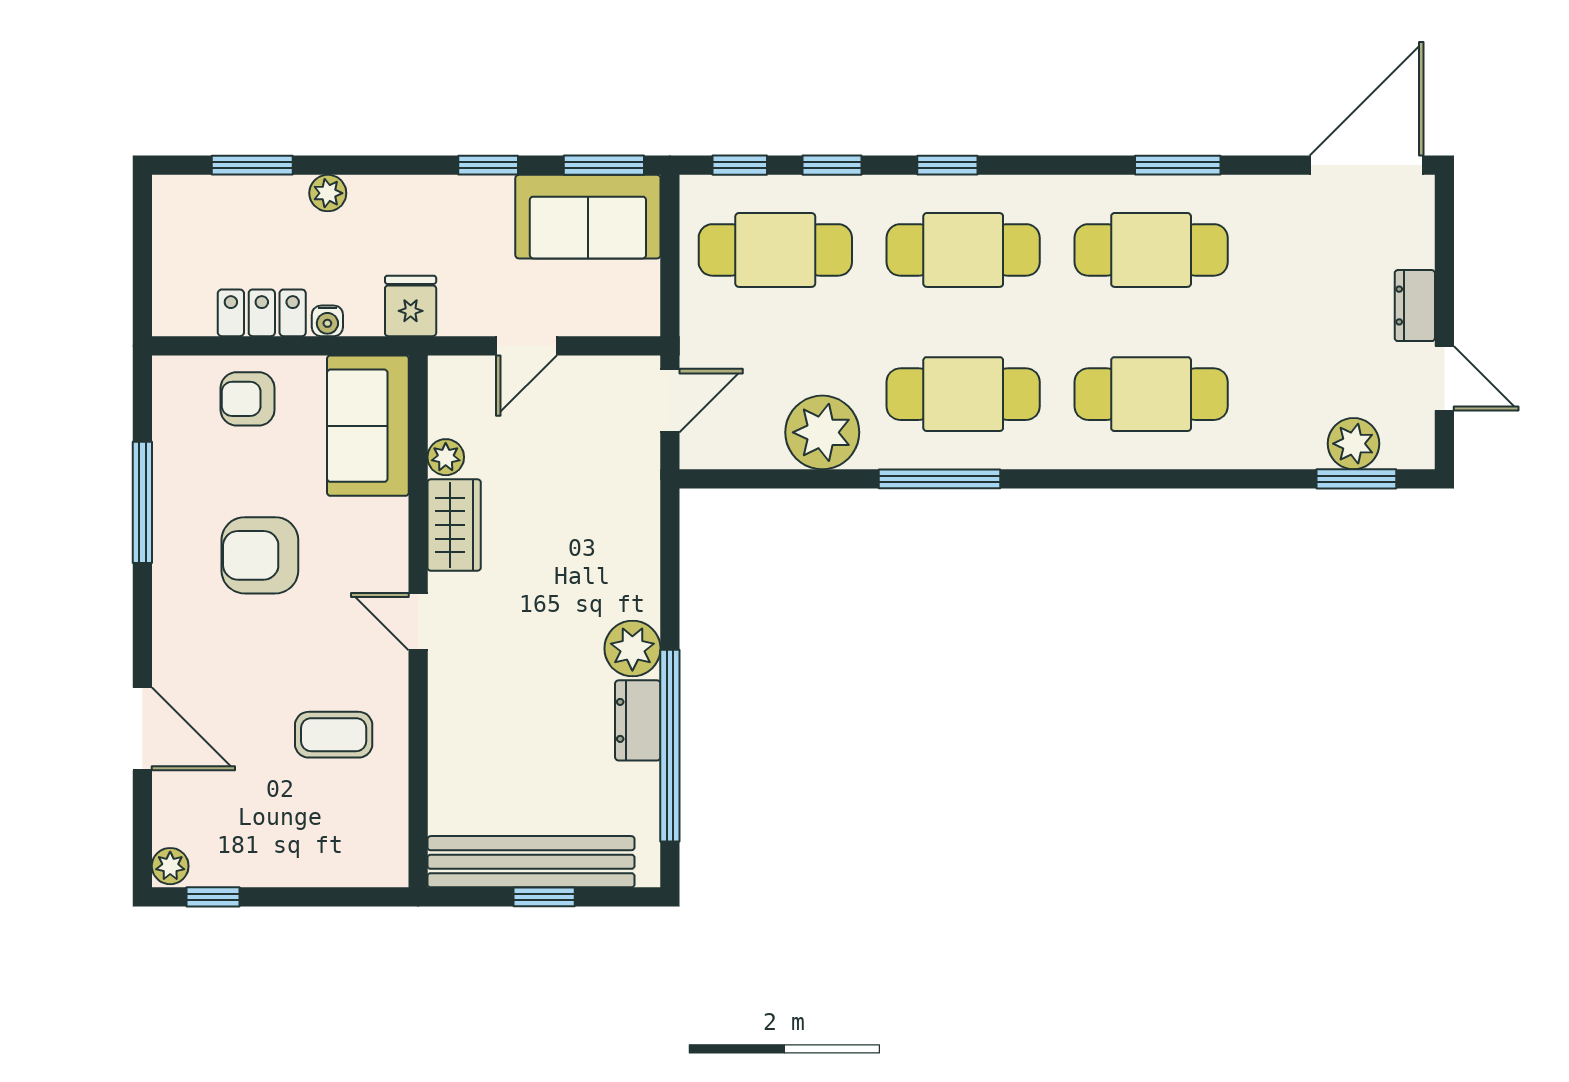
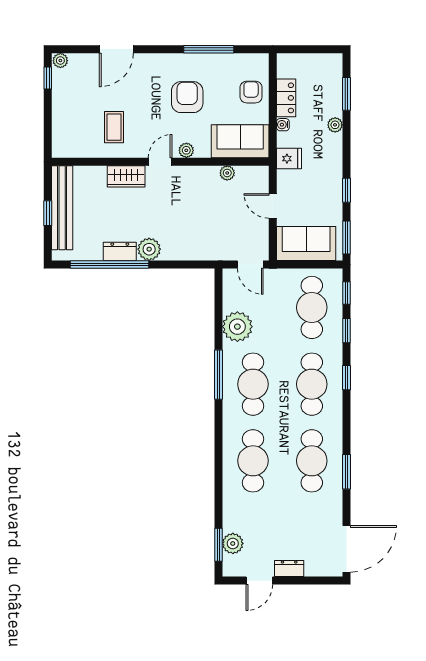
door: (1367, 165) -> (346, 549), hinge flipped
sofa: (588, 217) -> (306, 243), moved, turned 90
wardrobe: (454, 525) -> (126, 176), moved
plant: (390, 558) -> (186, 150), added

